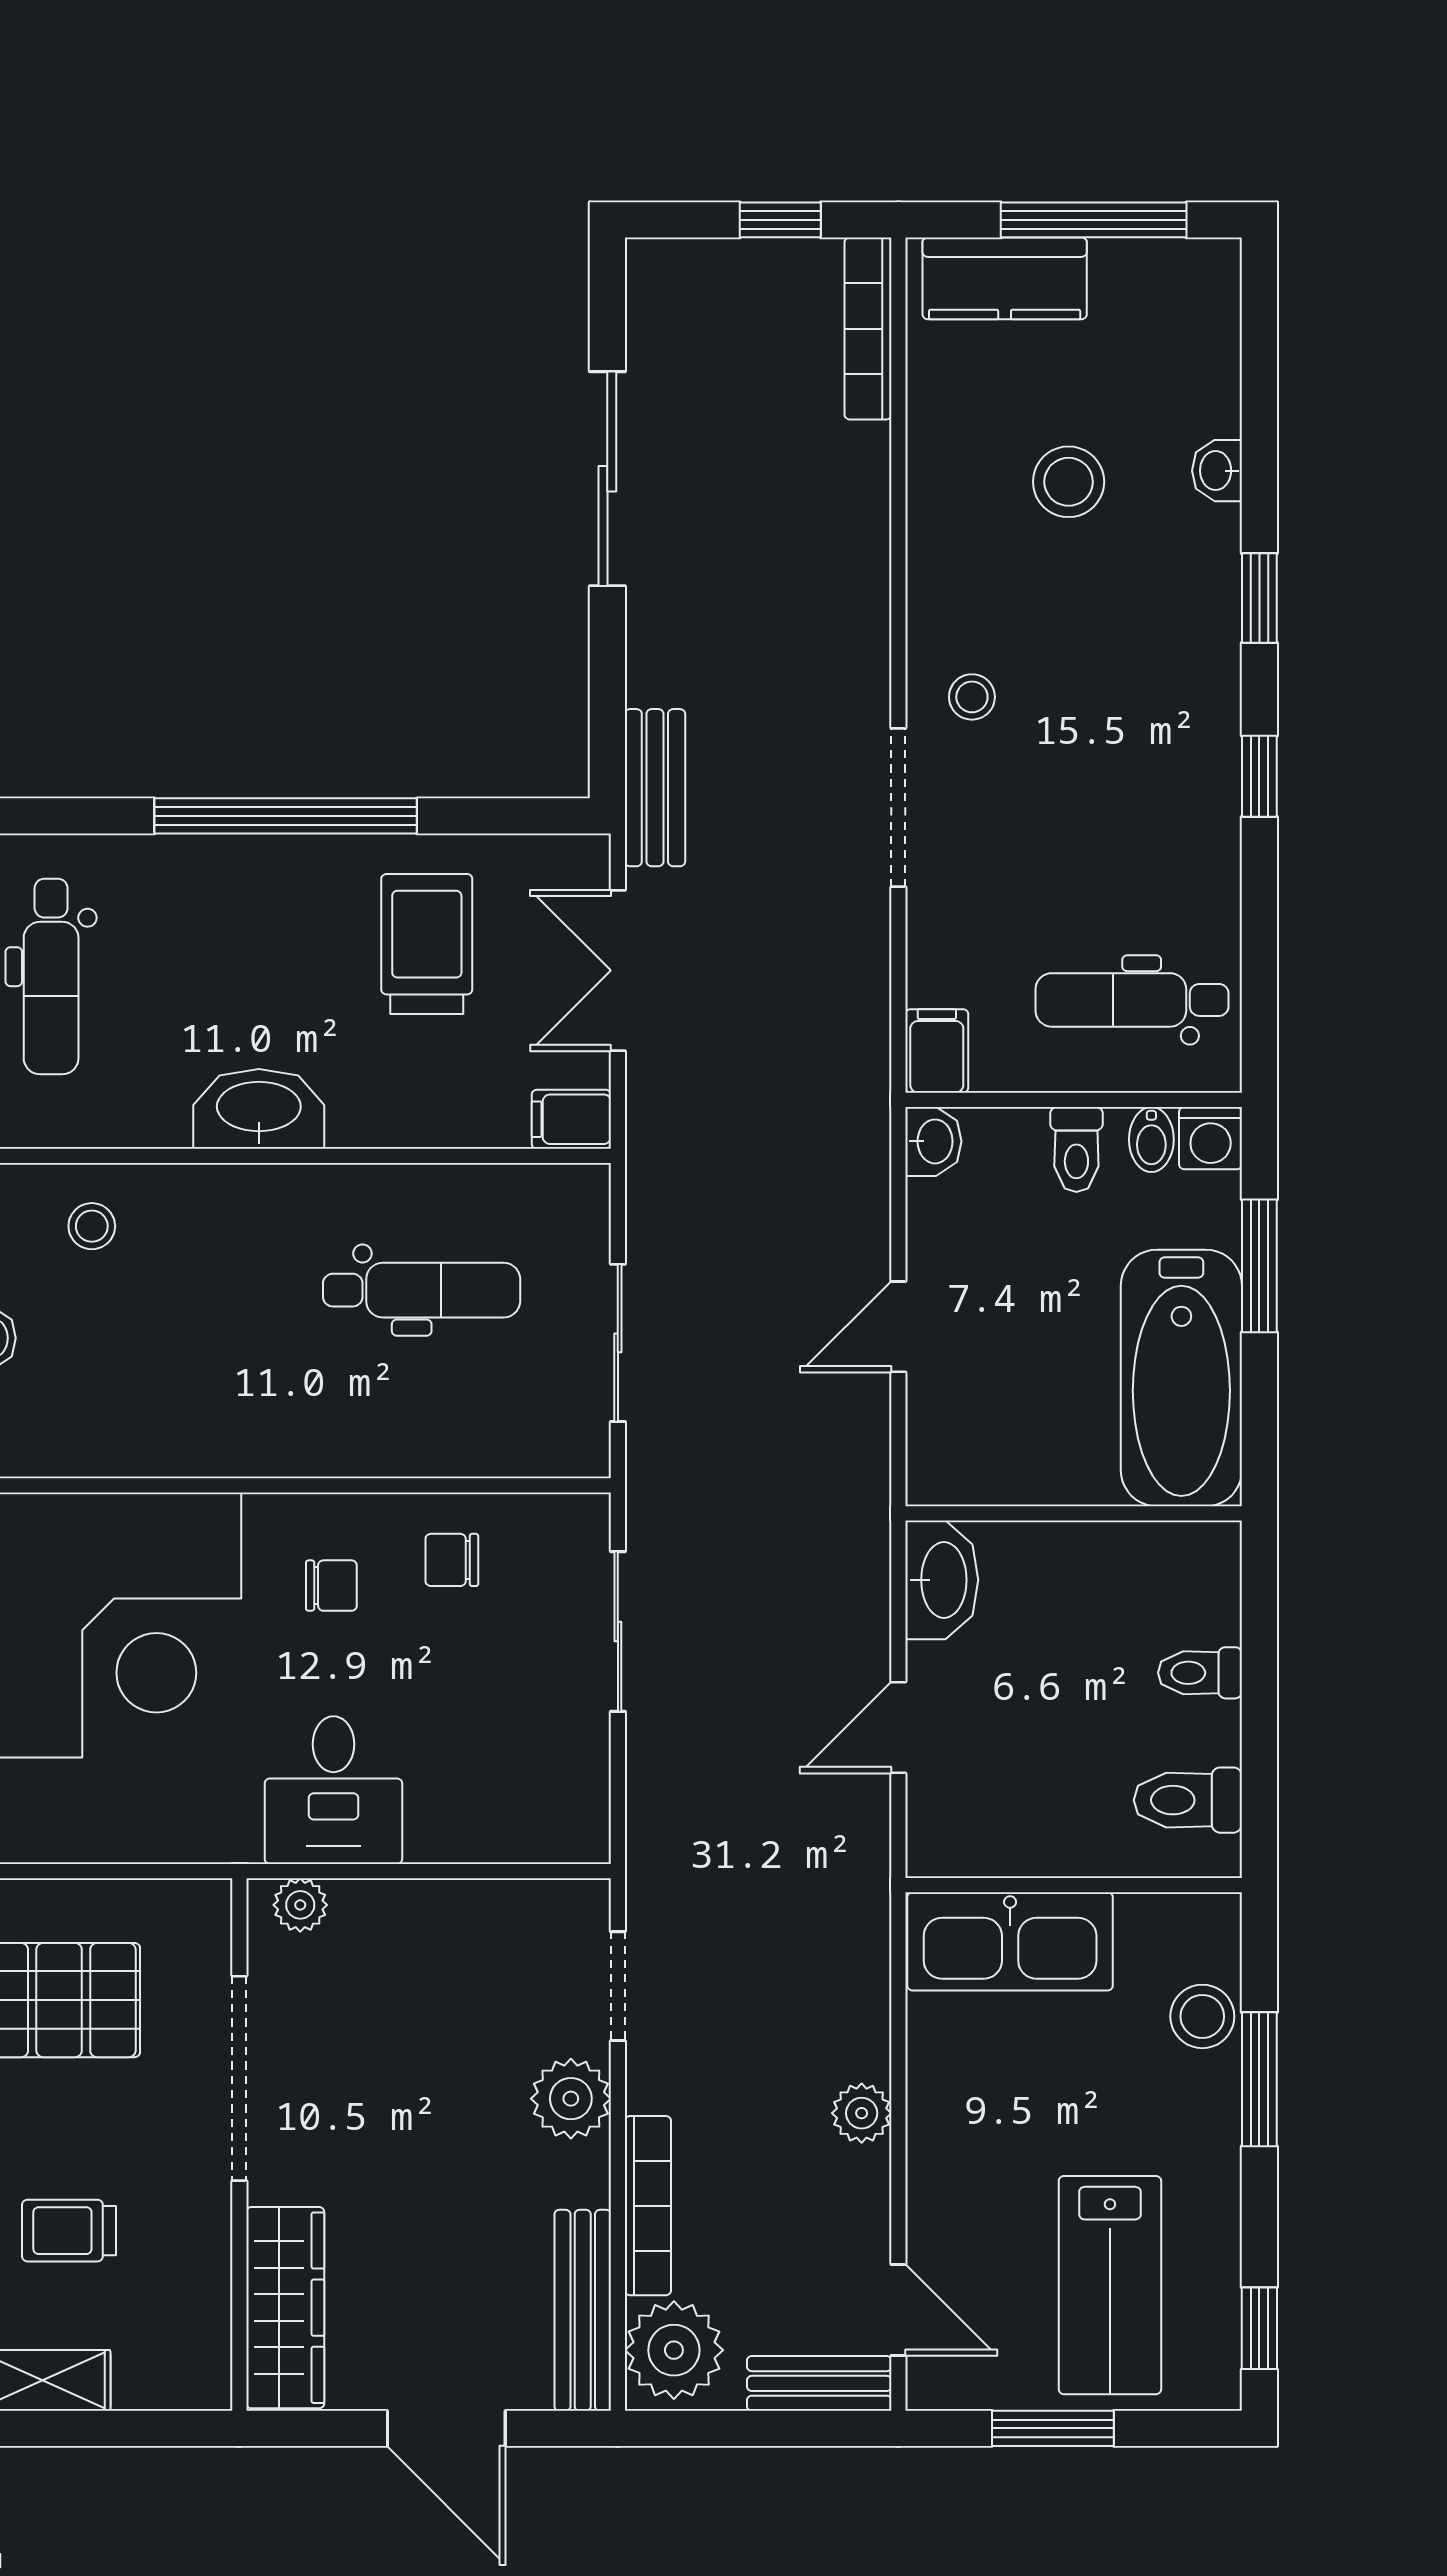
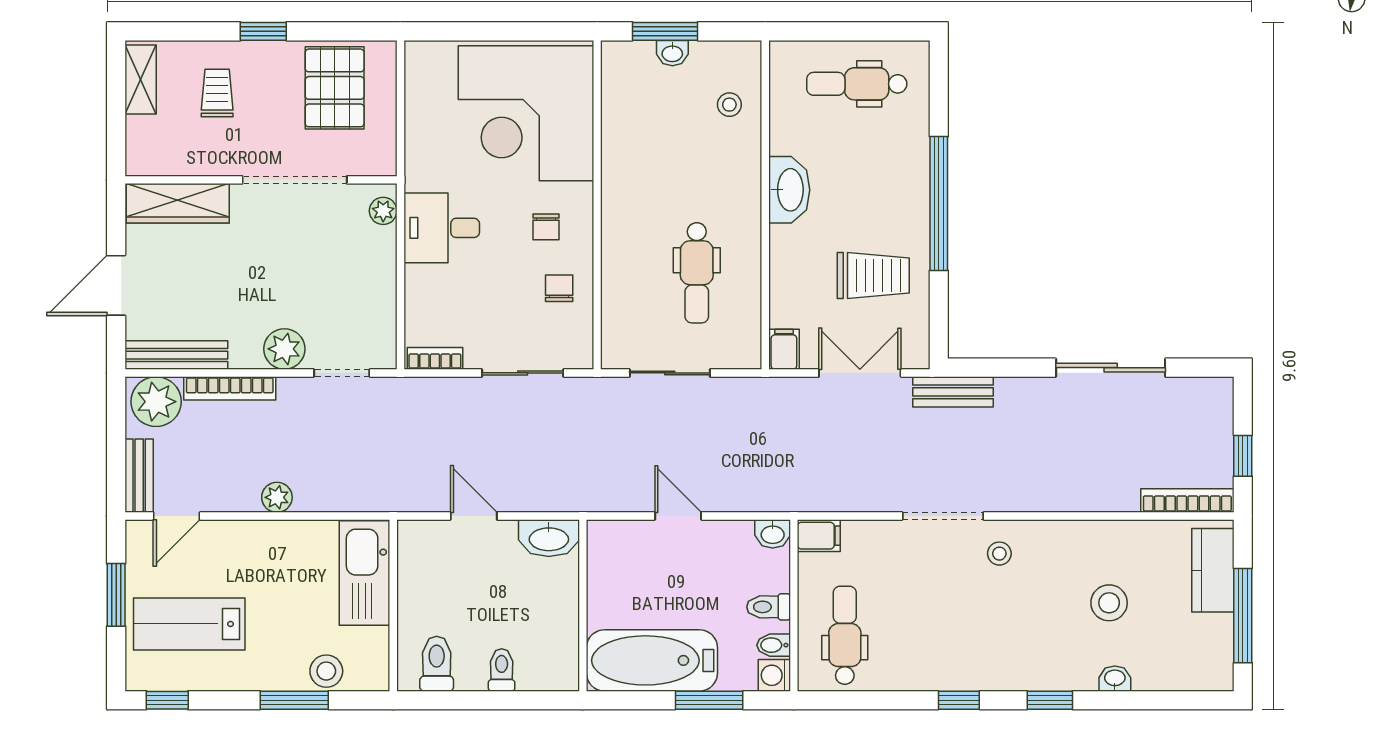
bookcase: (589, 1803) -> (435, 358), added

